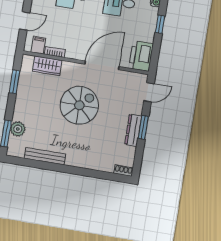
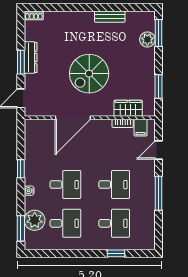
printer: (141, 56) -> (35, 134), removed
bench: (45, 156) -> (110, 17), width x0.73

